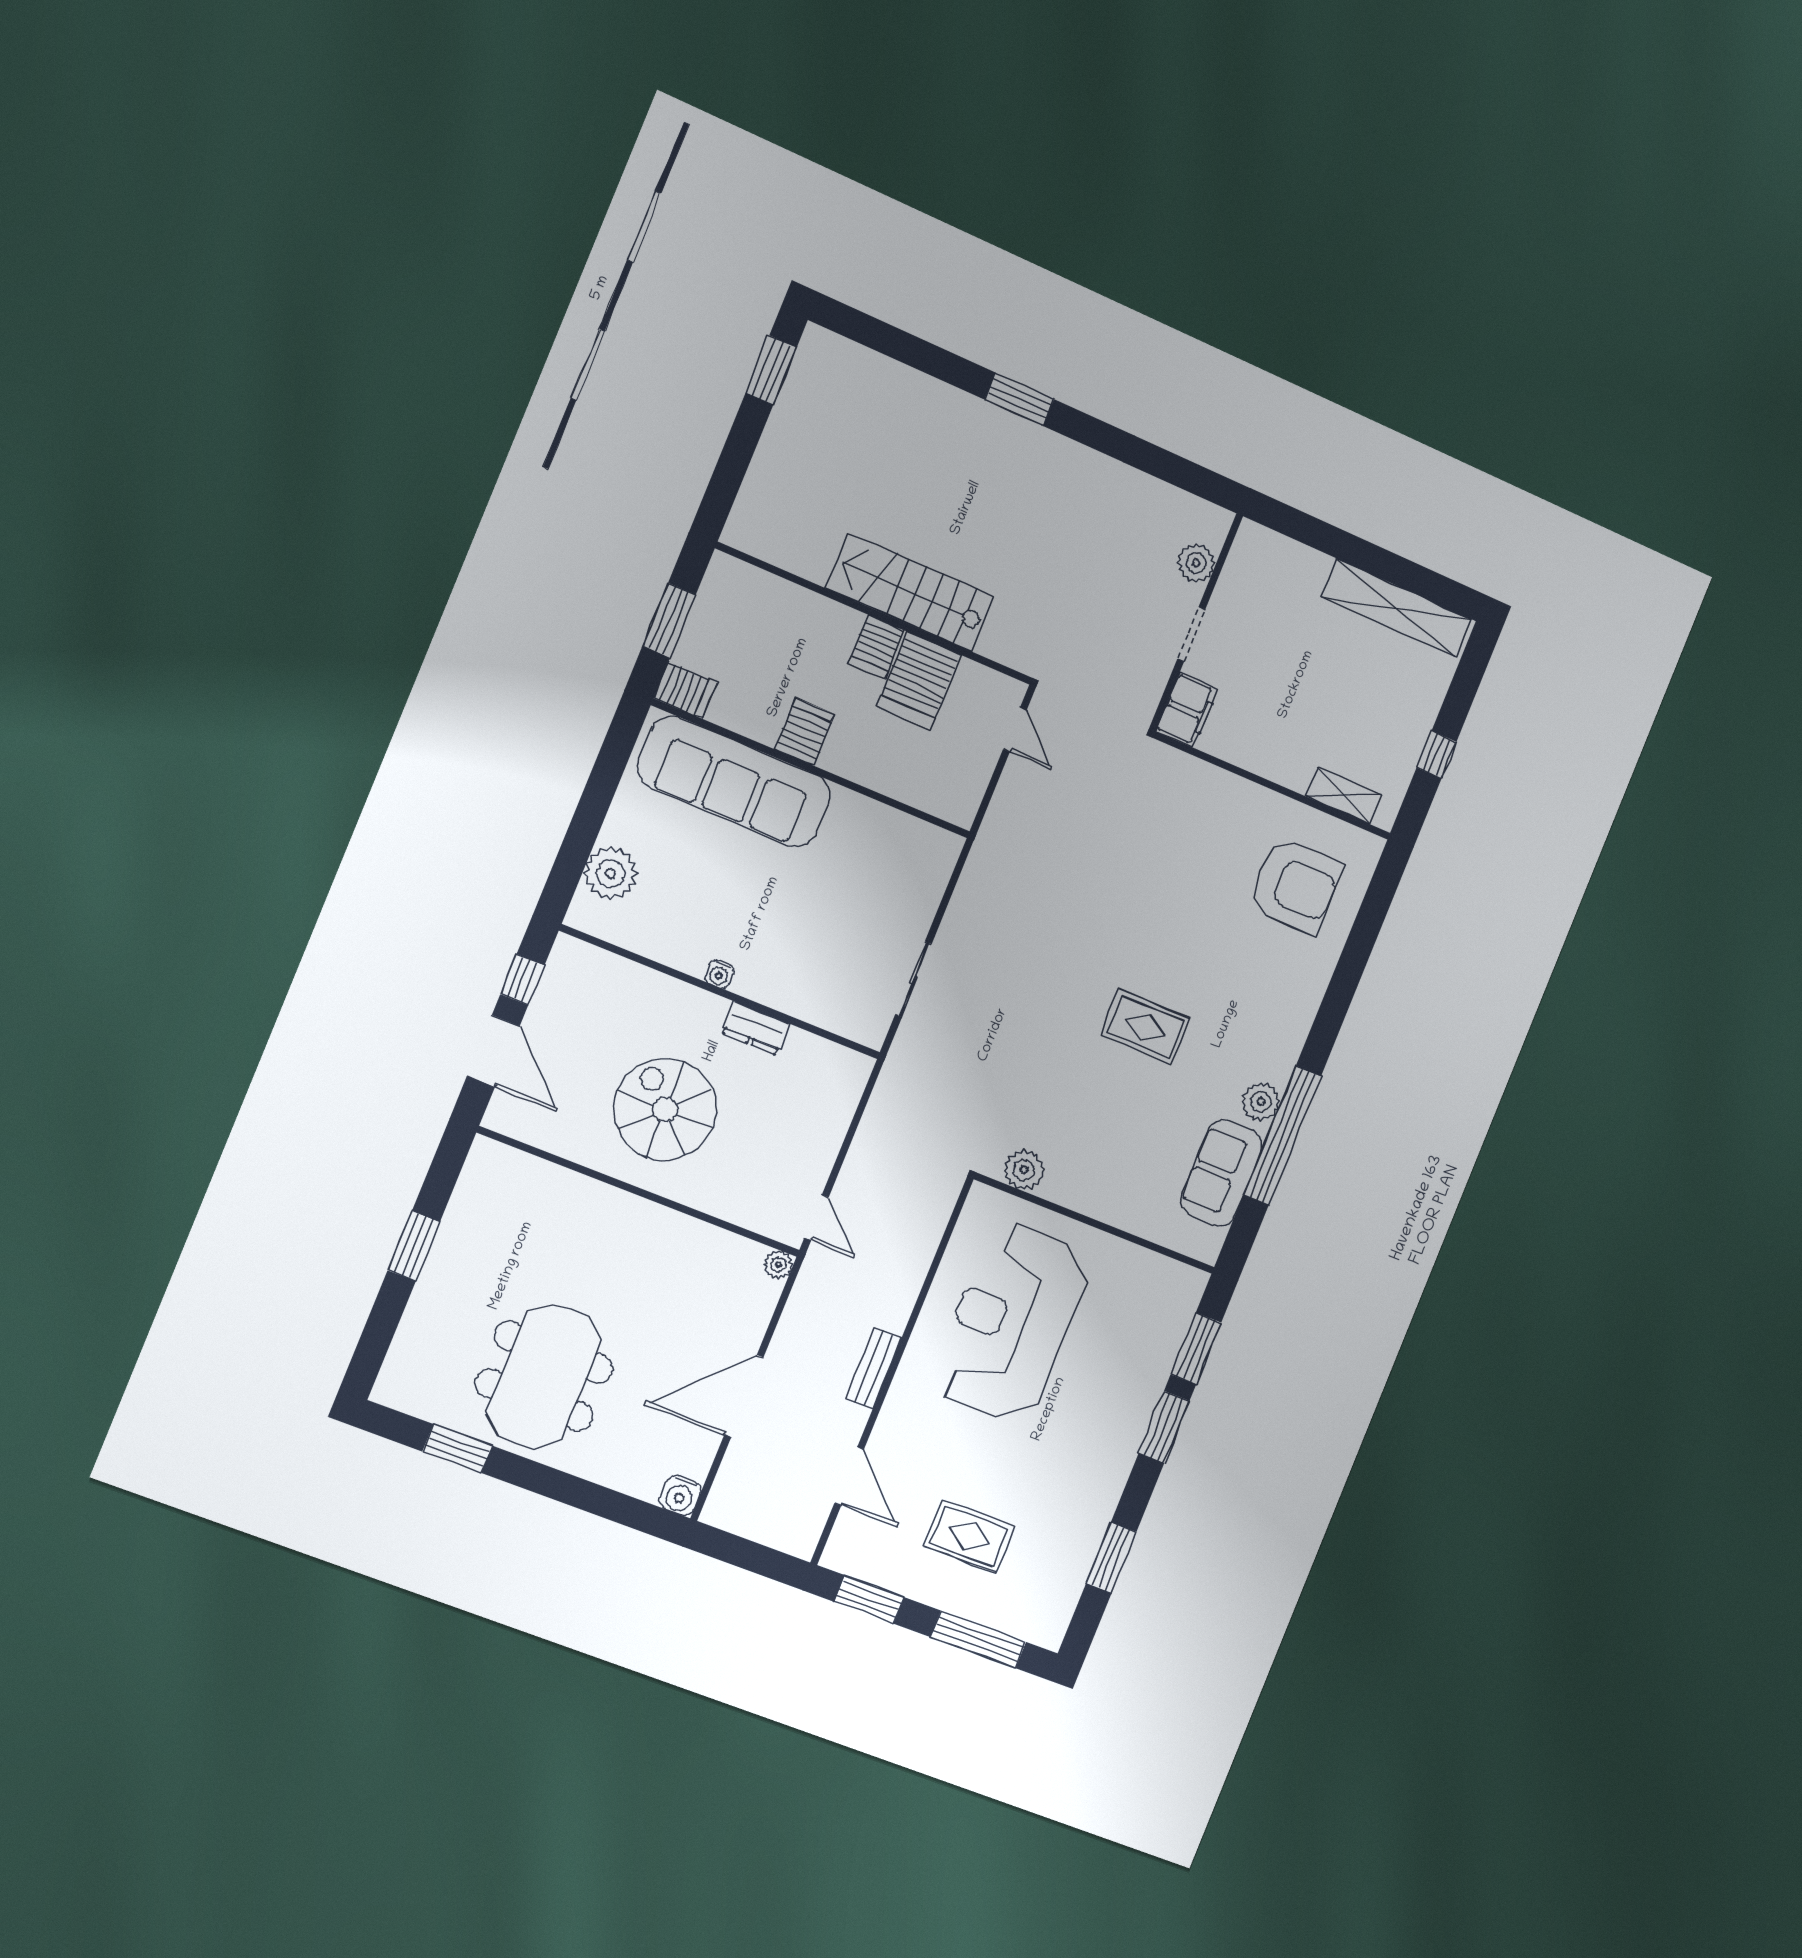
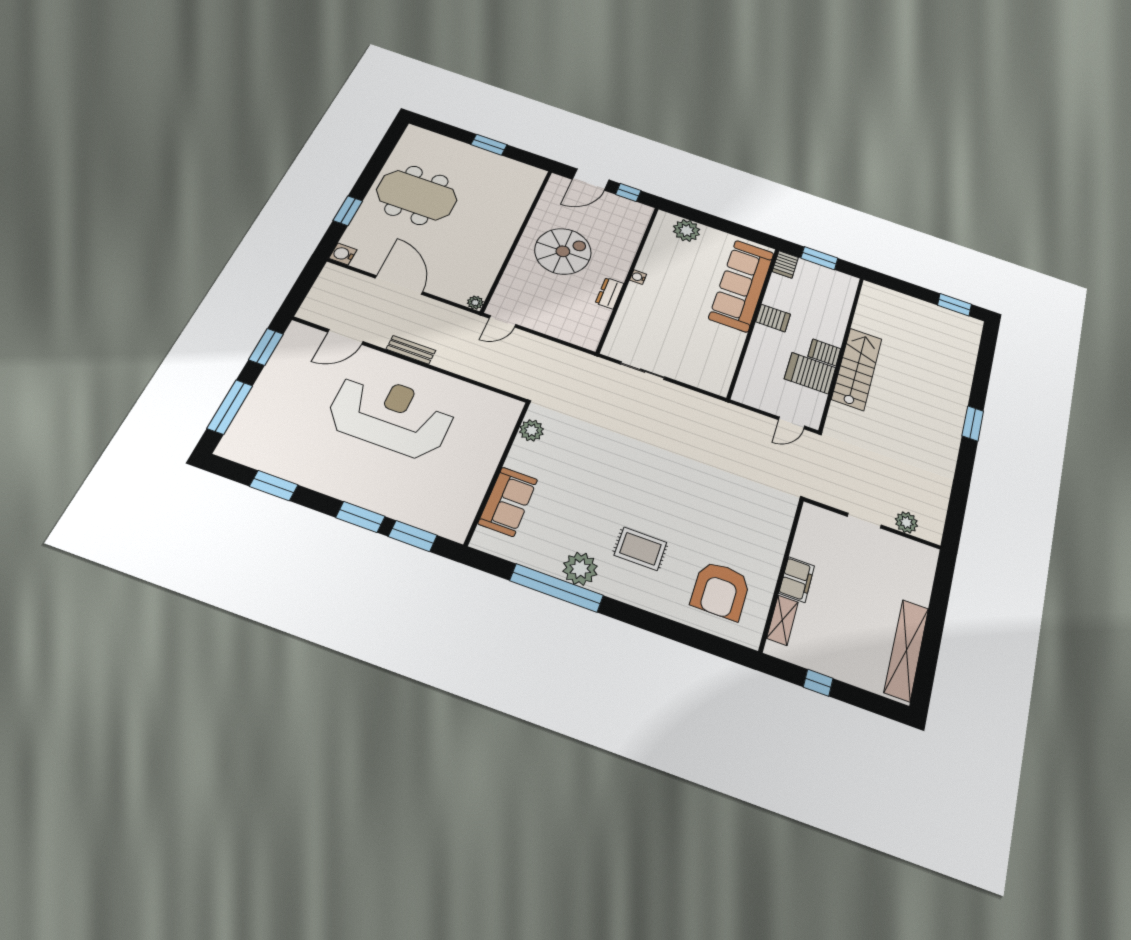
filing cabinet: (1187, 710) -> (797, 579), moved, turned -90
rug: (1145, 1027) -> (640, 549), moved, turned 90
plant: (1261, 1102) -> (580, 569), width x1.36, depth x1.36
sofa: (1221, 1173) -> (508, 502), moved, turned 90
reception desk: (1011, 1323) -> (391, 415), moved
window: (457, 1449) -> (348, 211), moved
rug: (969, 1536) -> (299, 401), removed

